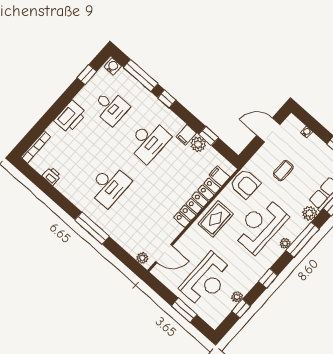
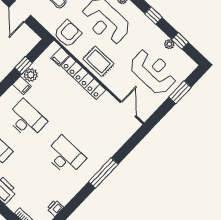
plant: (142, 258) -> (132, 129), removed

